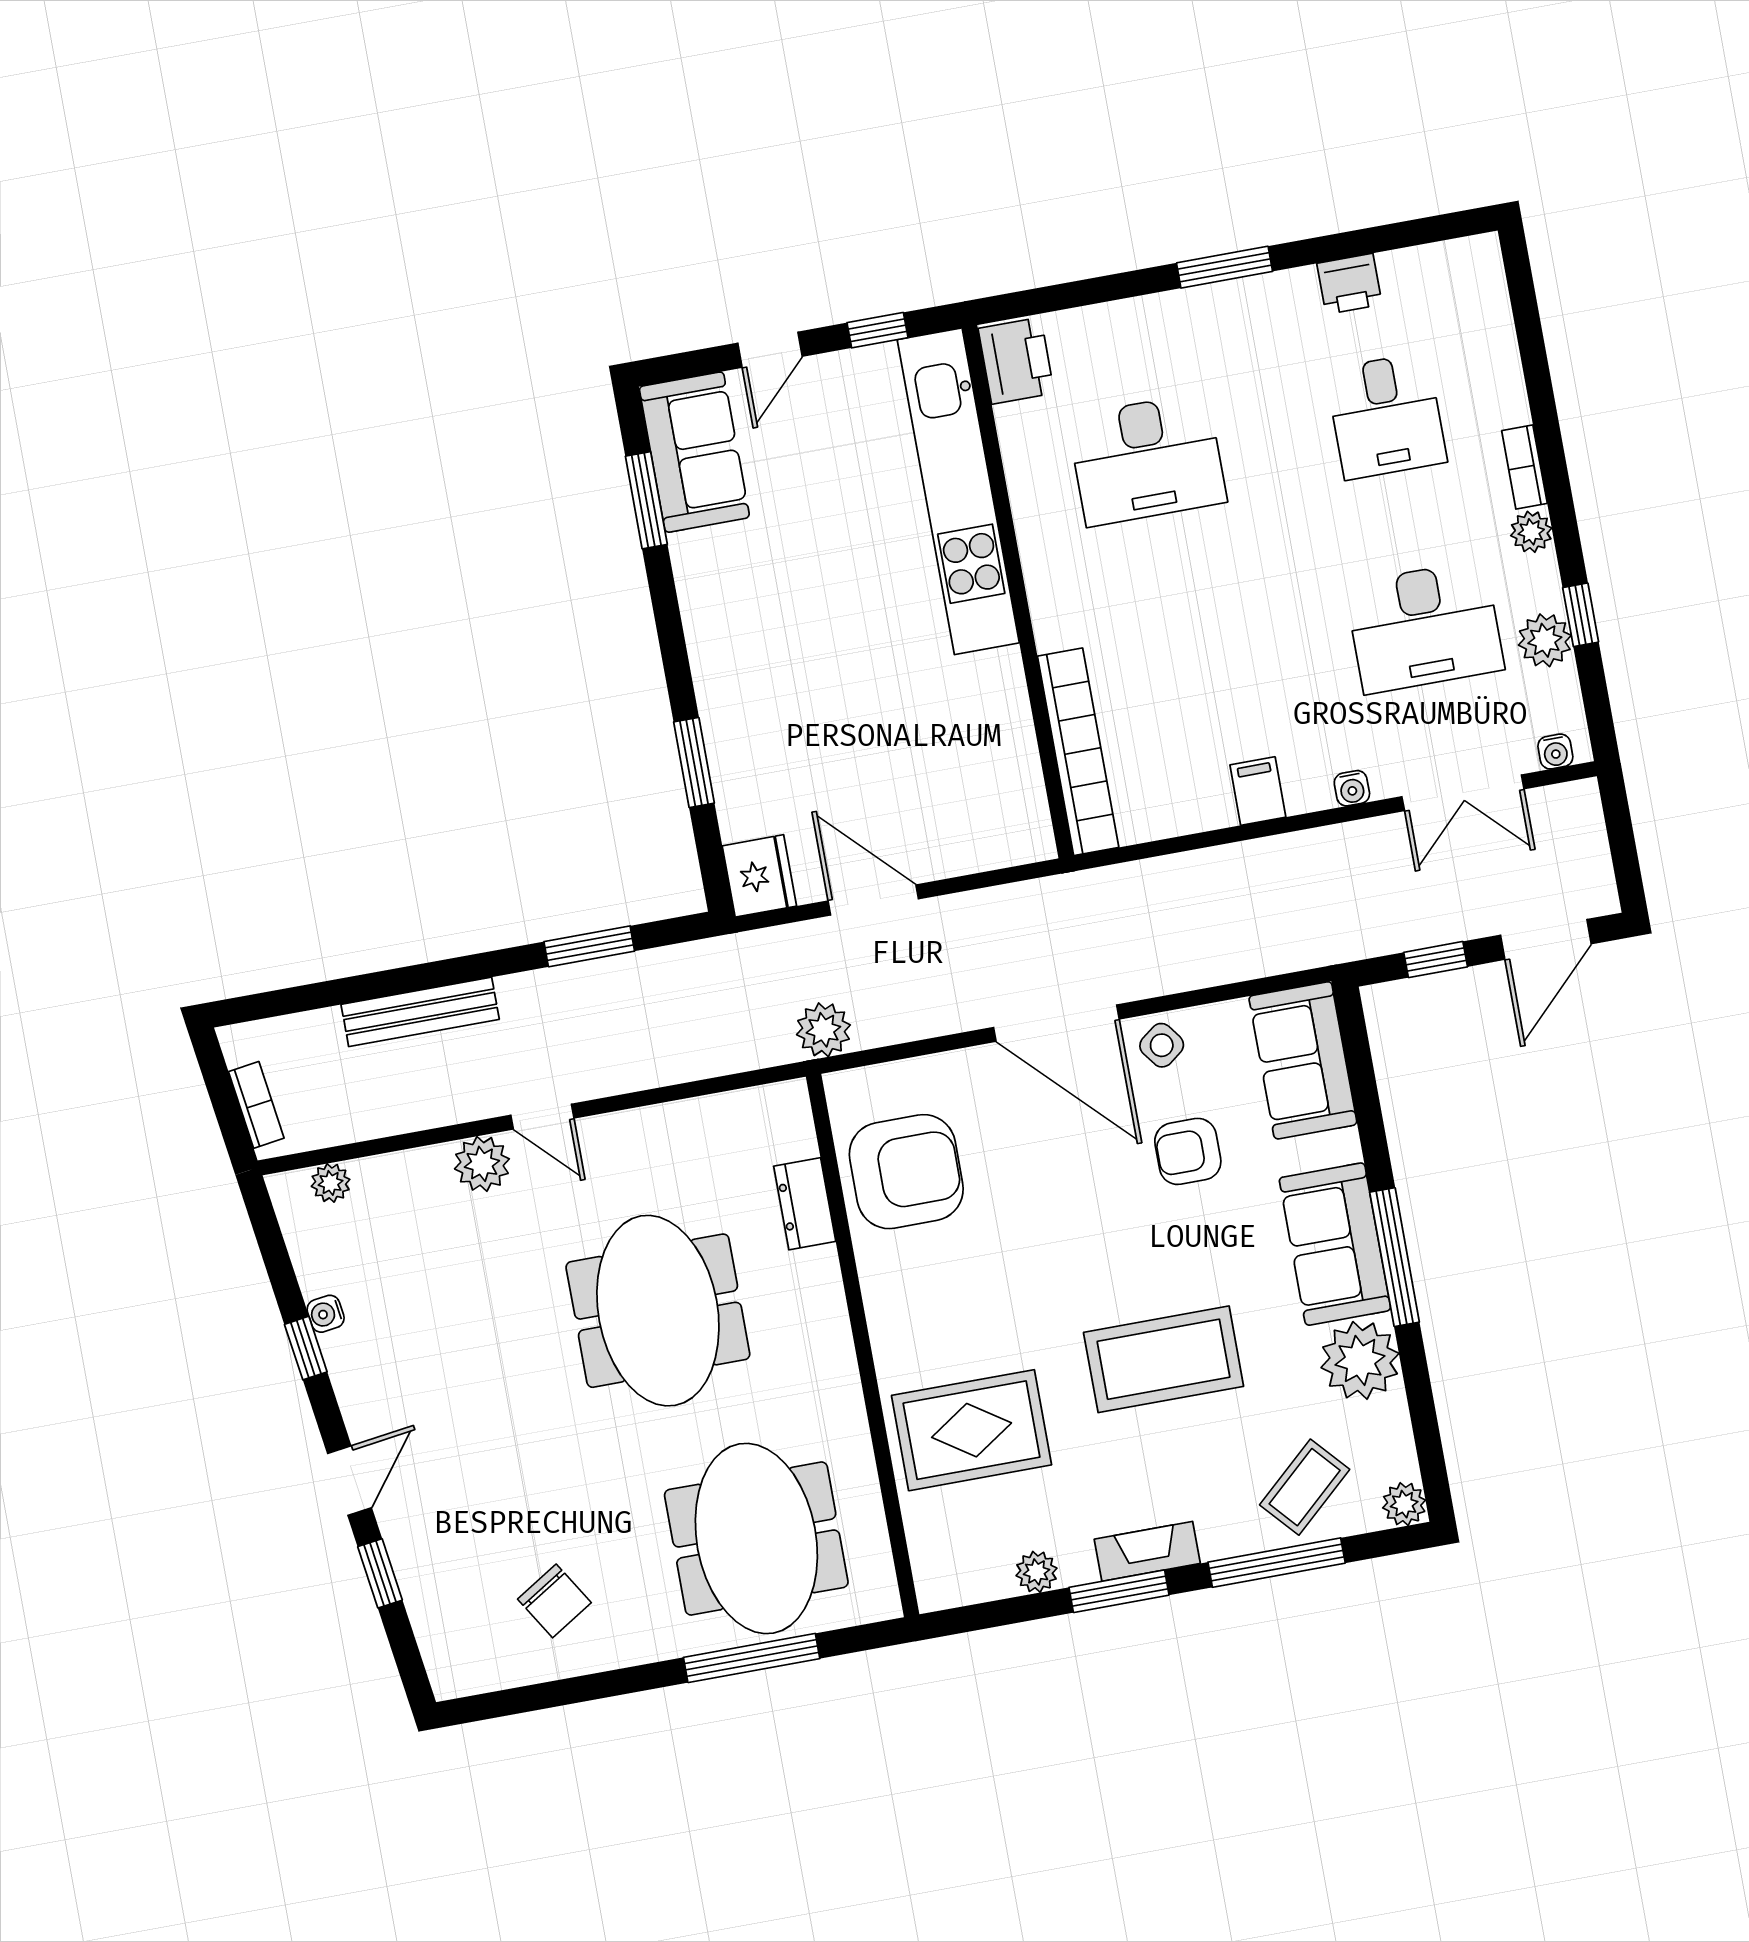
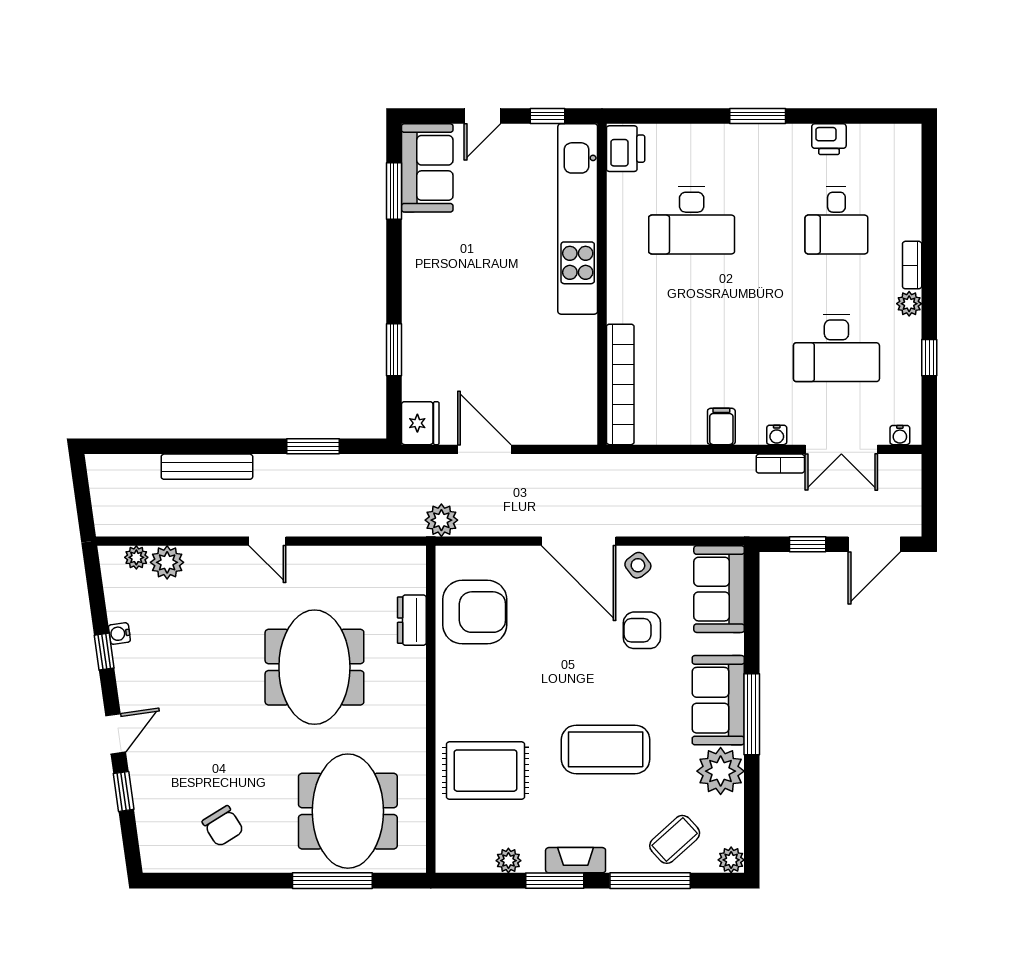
plant: (1545, 640) -> (906, 369), removed
bookcase: (256, 1105) -> (780, 464), moved, turned 98
plant: (482, 1164) -> (167, 562), moved

